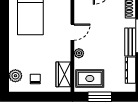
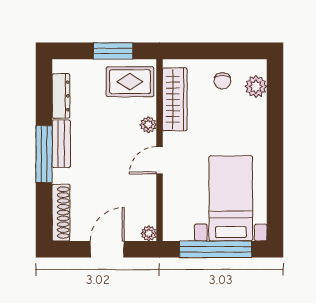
wardrobe: (63, 74) -> (175, 99), width x1.50

